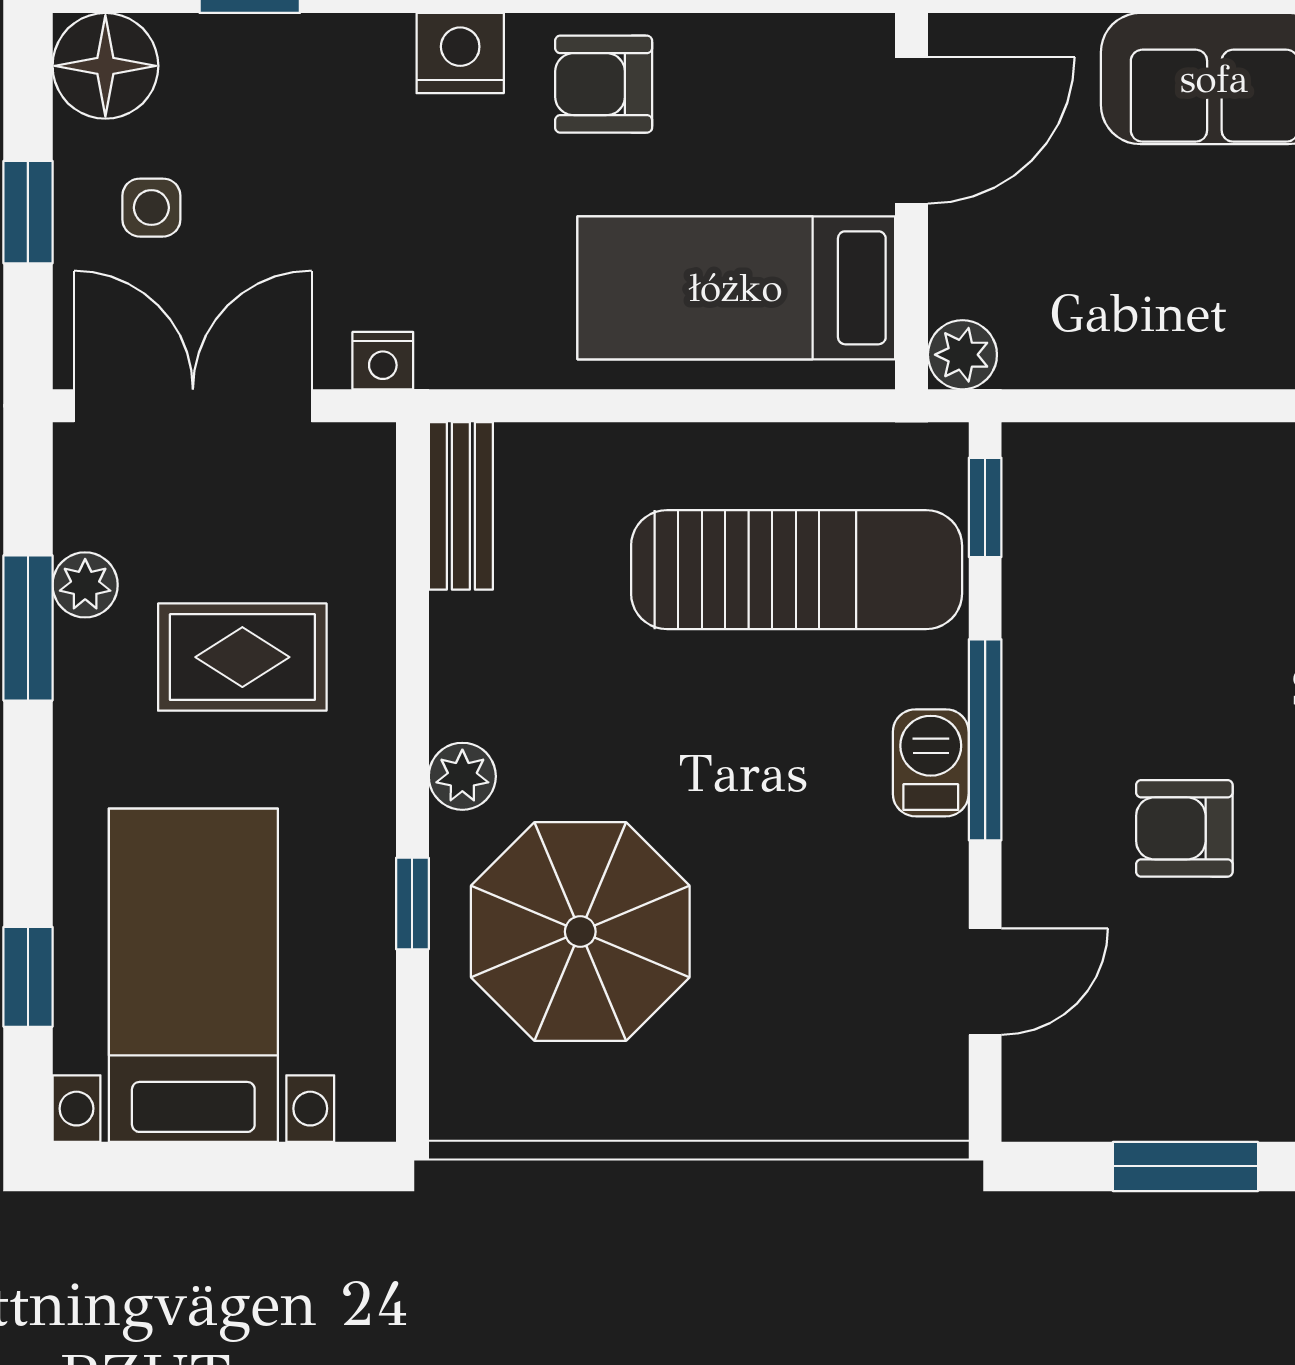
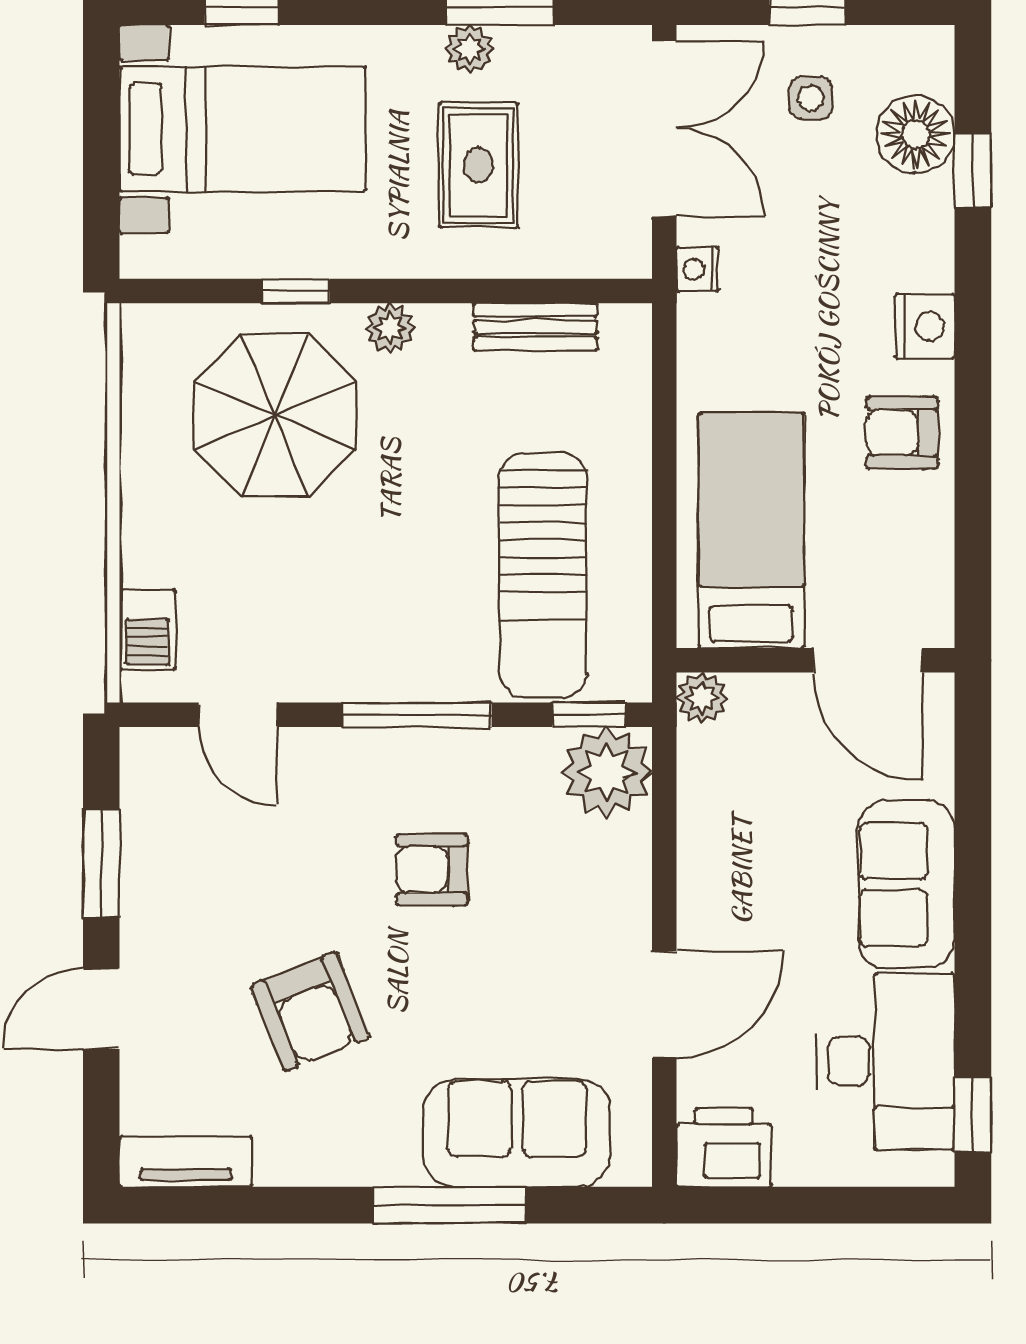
floor lamp: (105, 66) -> (916, 134), moved
armchair: (604, 84) -> (902, 433), turned -90
plant: (1063, 483) -> (607, 772), added
bench: (461, 506) -> (536, 327), moved
plant: (85, 585) -> (470, 49), moved
barbecue: (931, 763) -> (147, 630), moved, turned 90
armchair: (1184, 828) -> (432, 870), moved, turned -90

